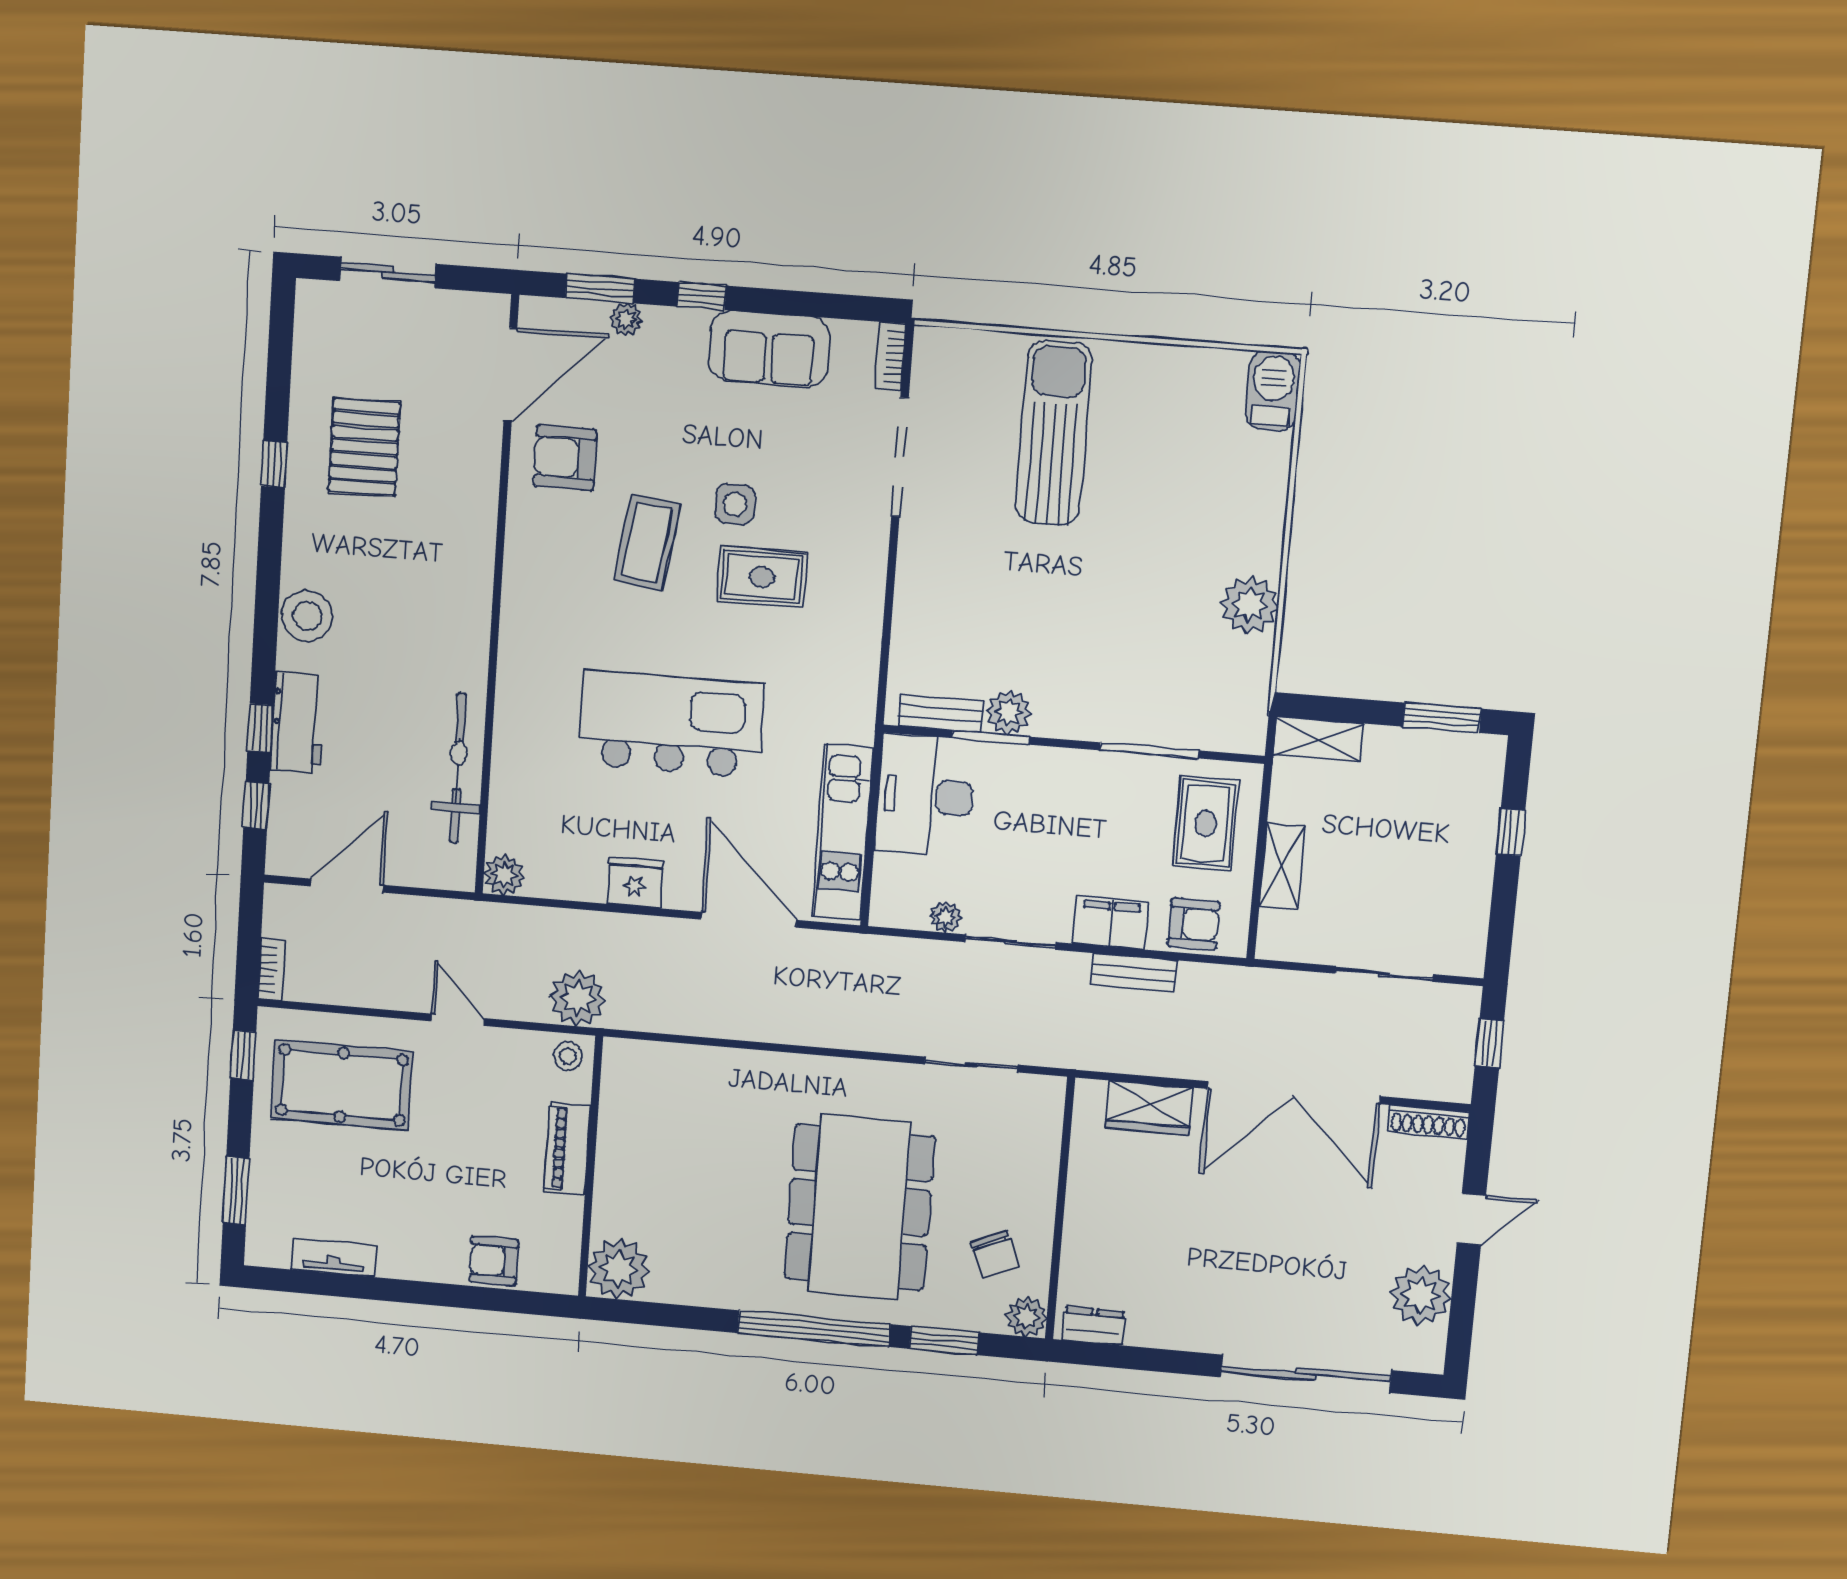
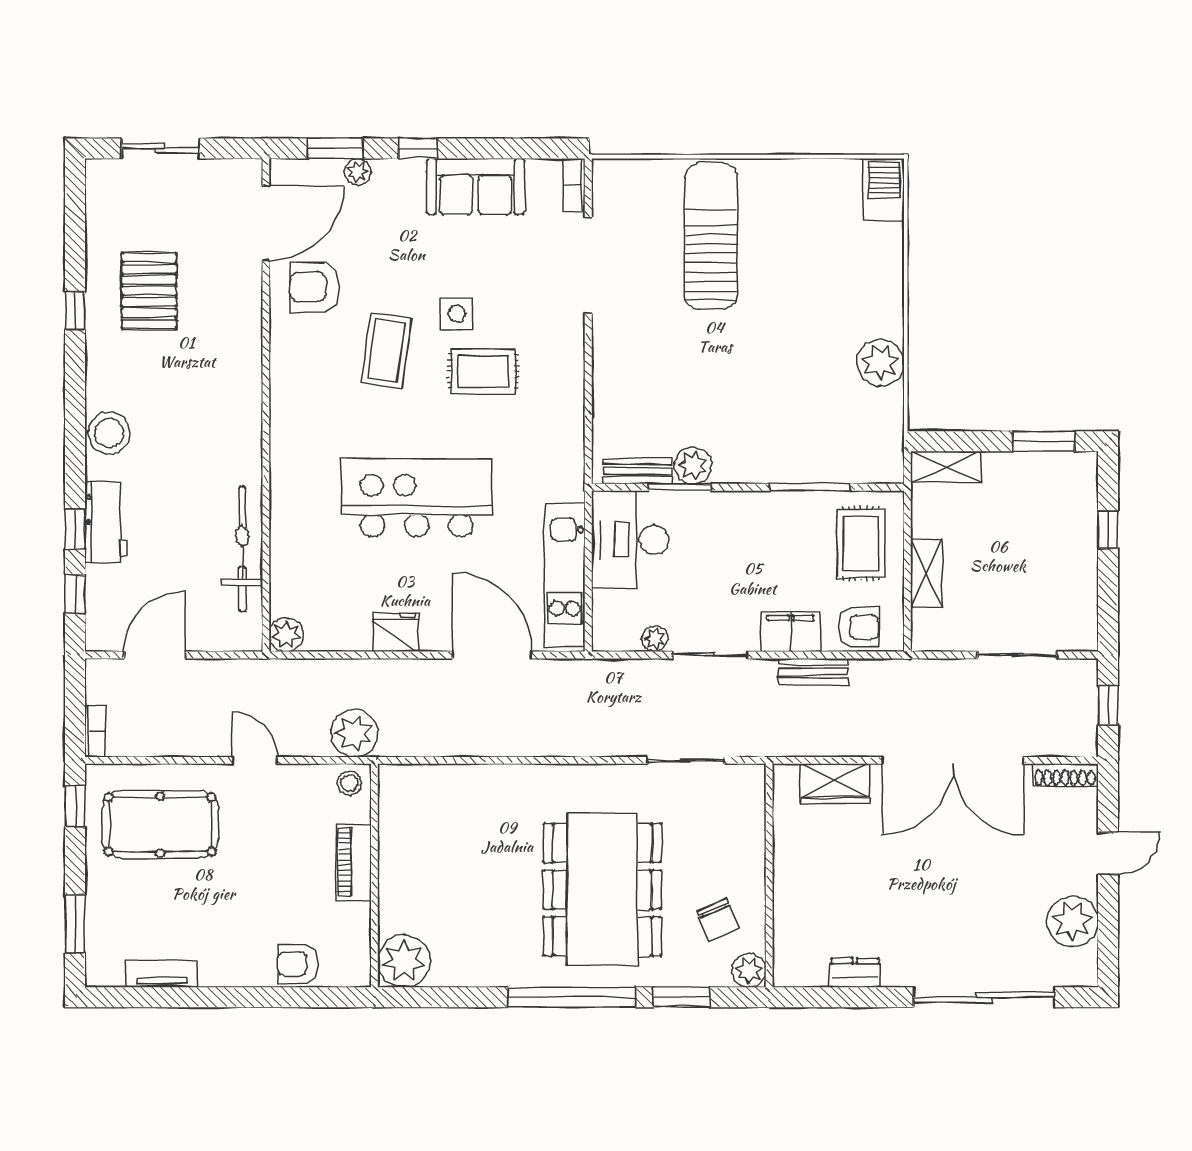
dresser: (1094, 1326) -> (855, 973), moved

